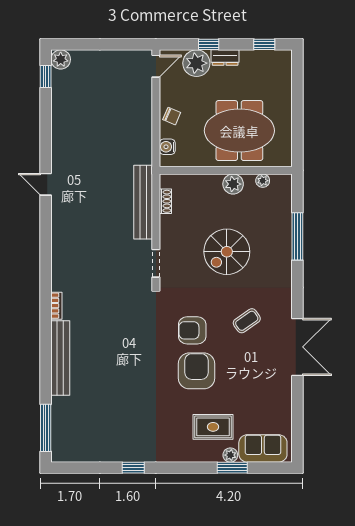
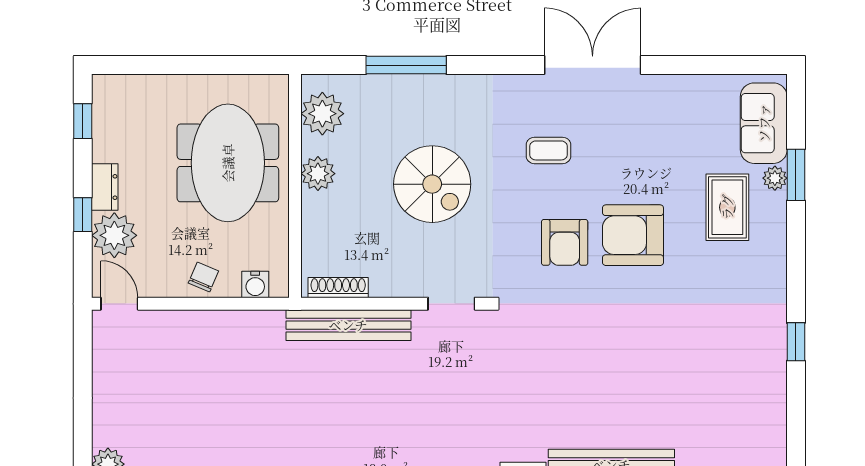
plant: (263, 181) -> (322, 114), width x1.88, depth x1.88
shoe rack: (165, 201) -> (338, 288), width x1.43
coffee table: (247, 321) -> (548, 150), turned -55

